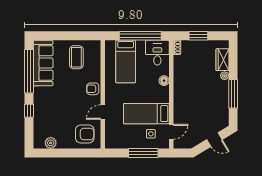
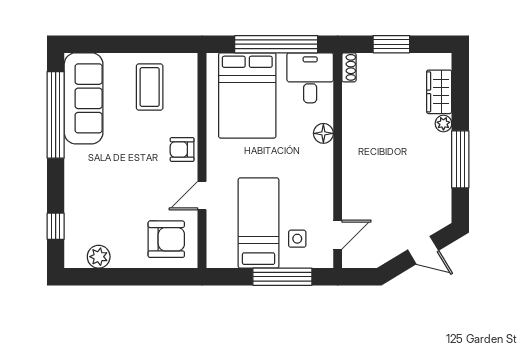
bed: (126, 62) -> (247, 95), width x1.50
window: (29, 111) -> (56, 226), moved
bed: (146, 114) -> (259, 223), moved, turned 90

